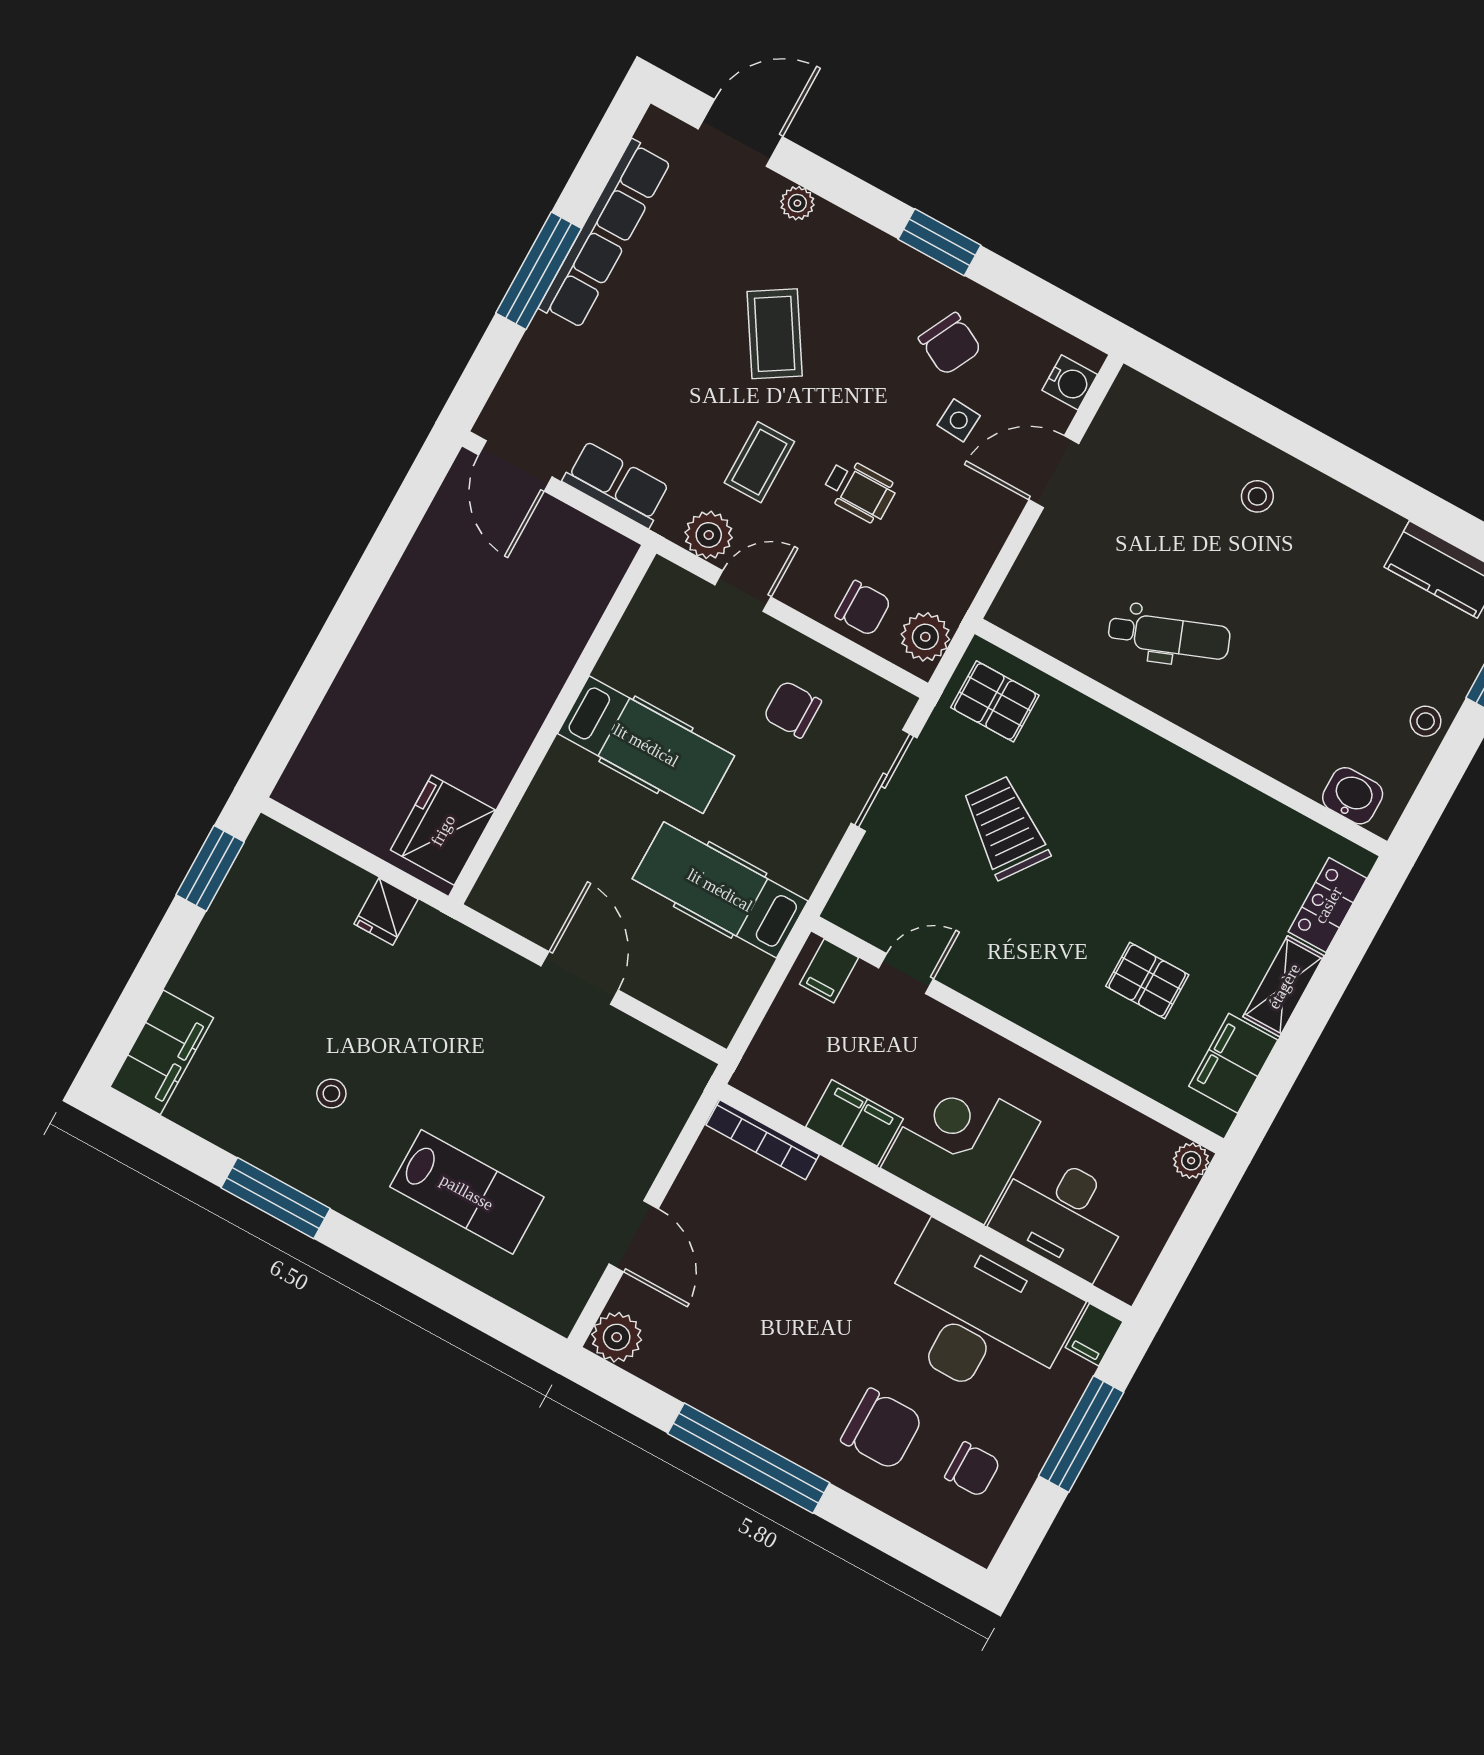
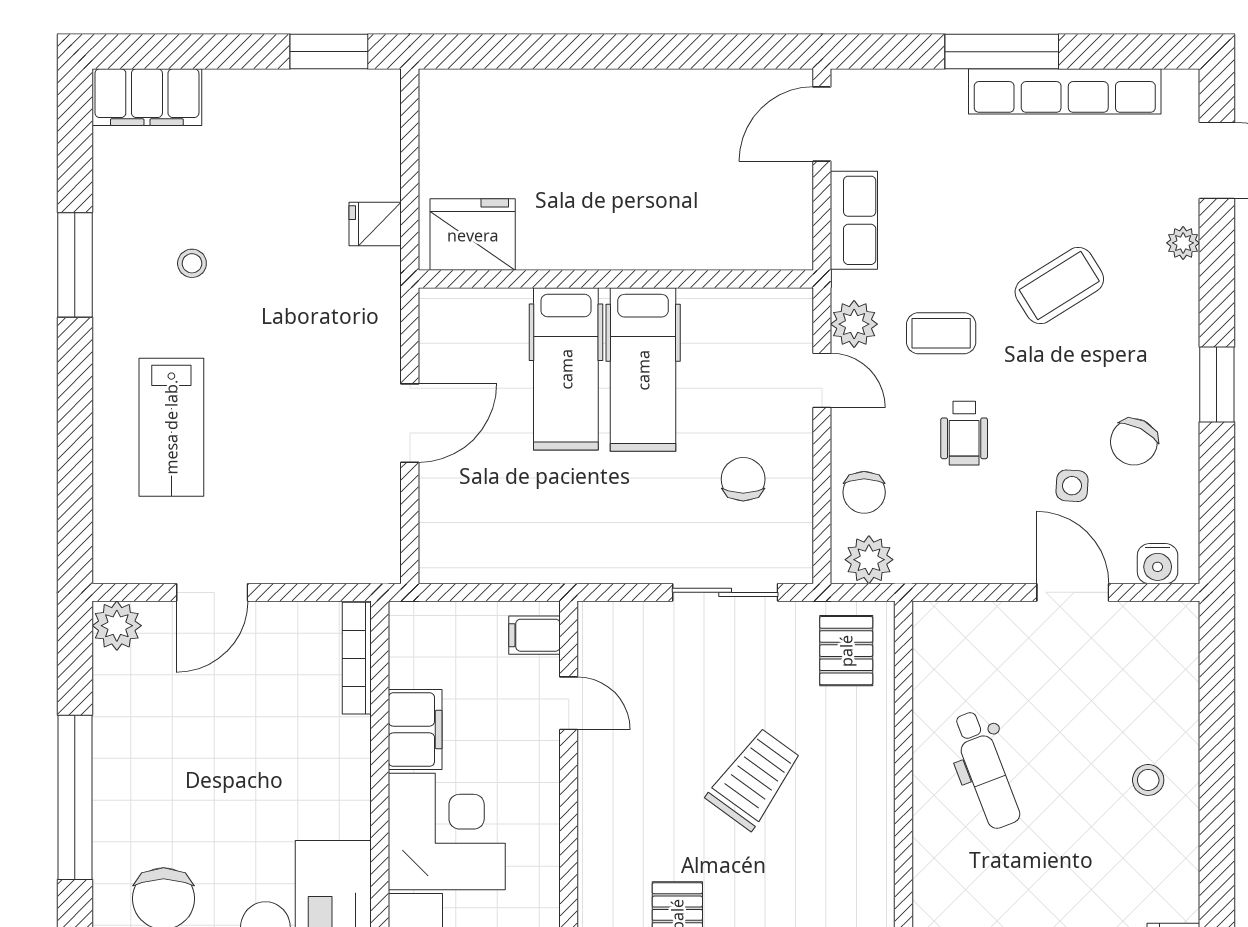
trolley: (1005, 827) -> (754, 779), moved
hospital bed: (720, 890) -> (566, 369), moved, turned 180

